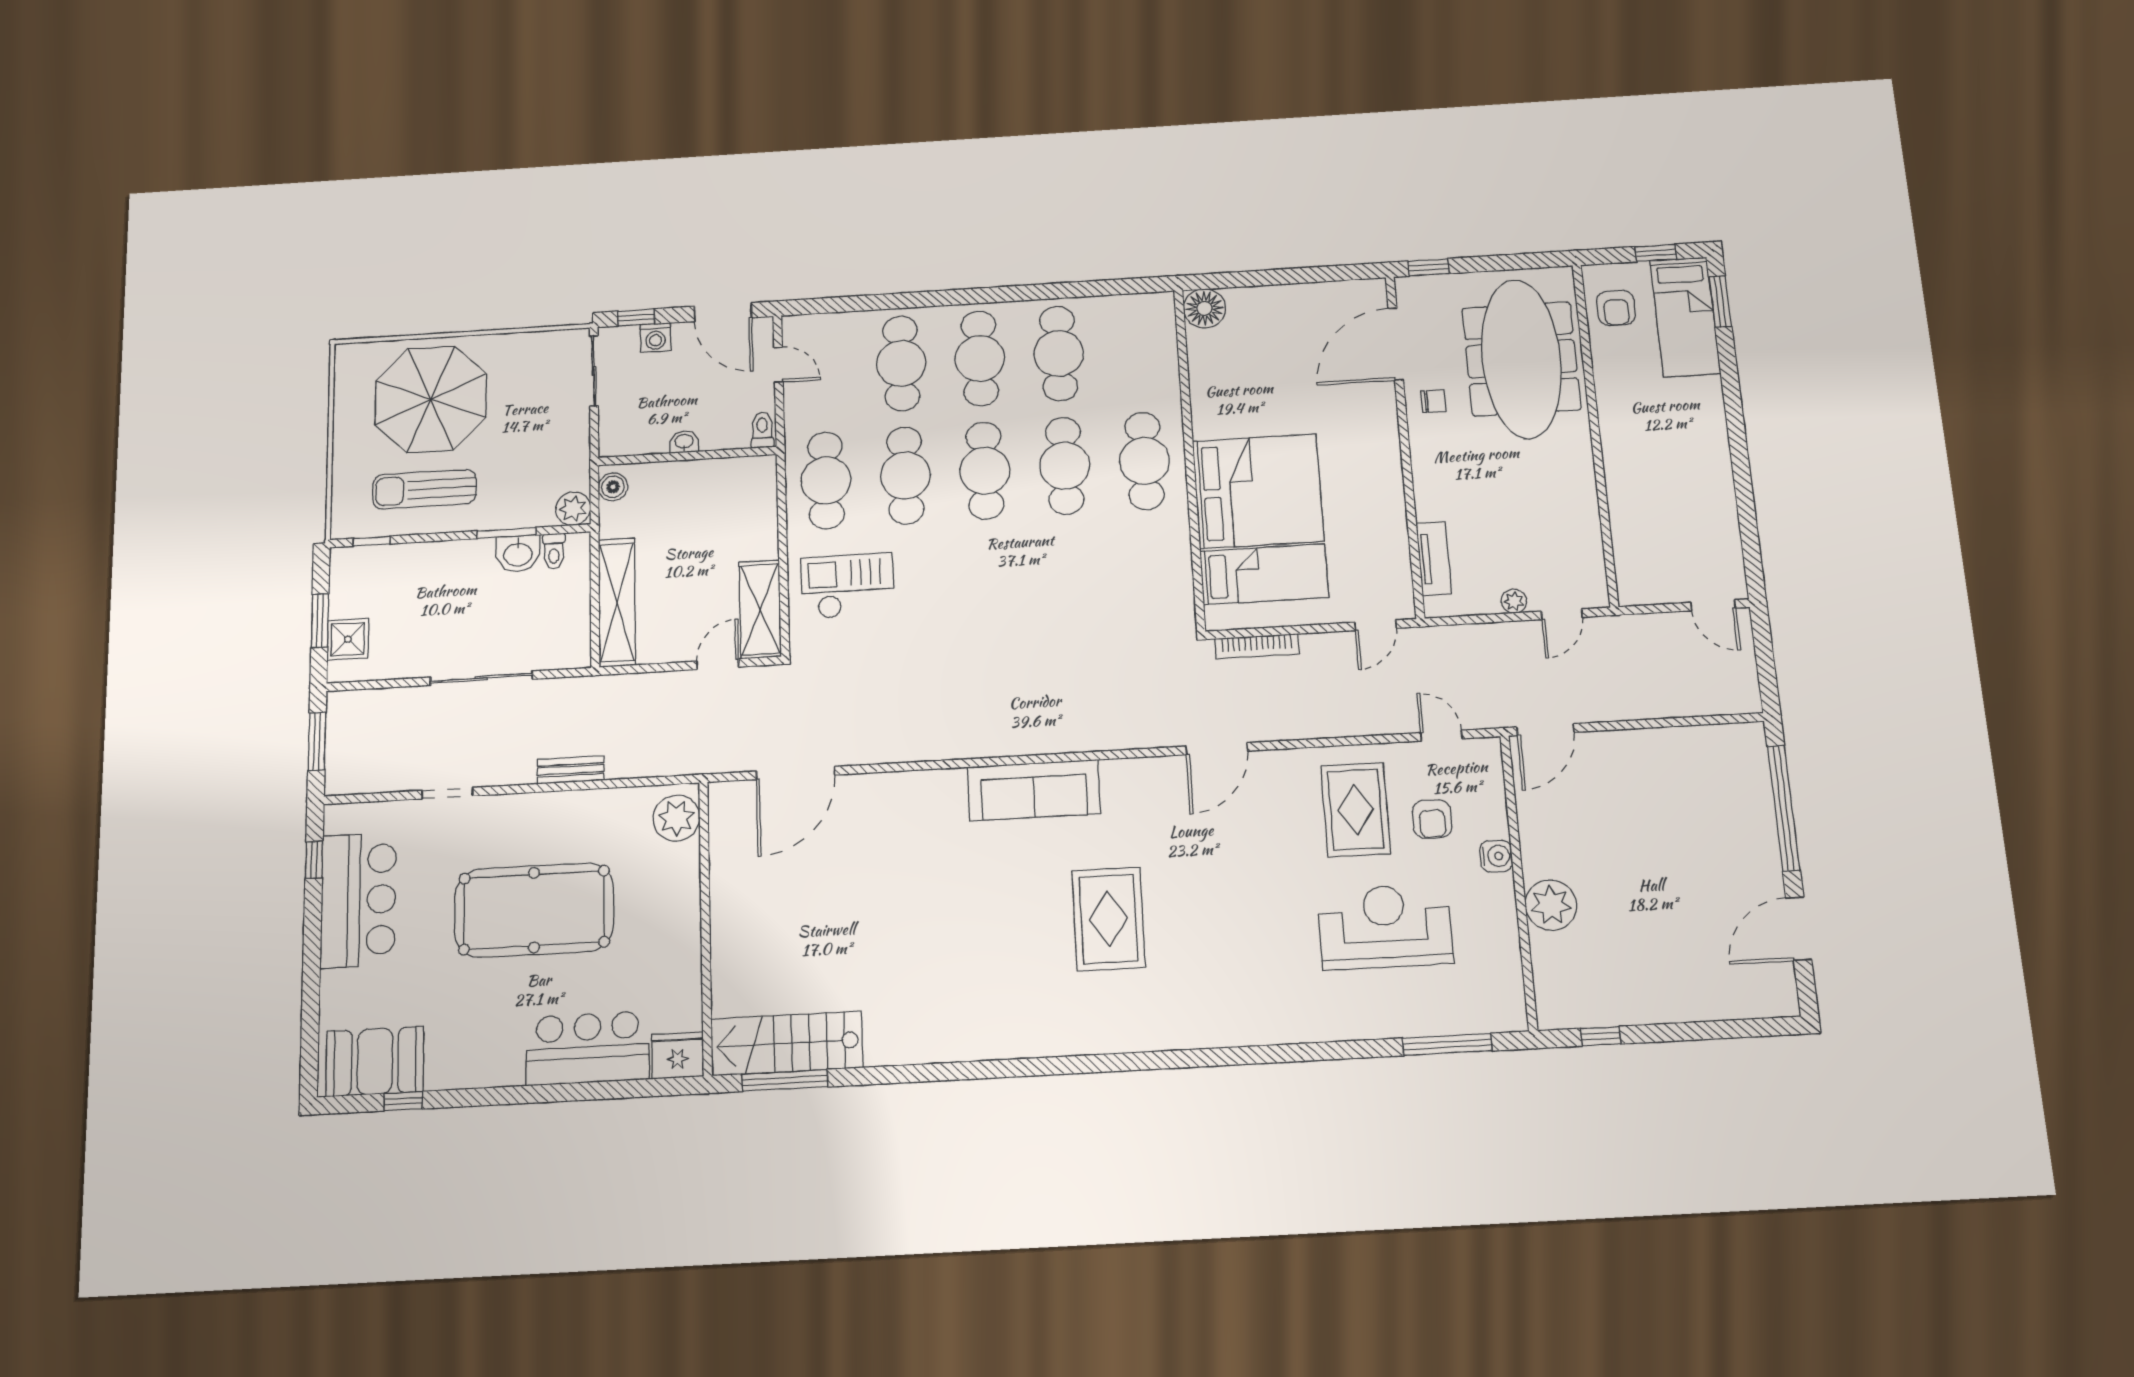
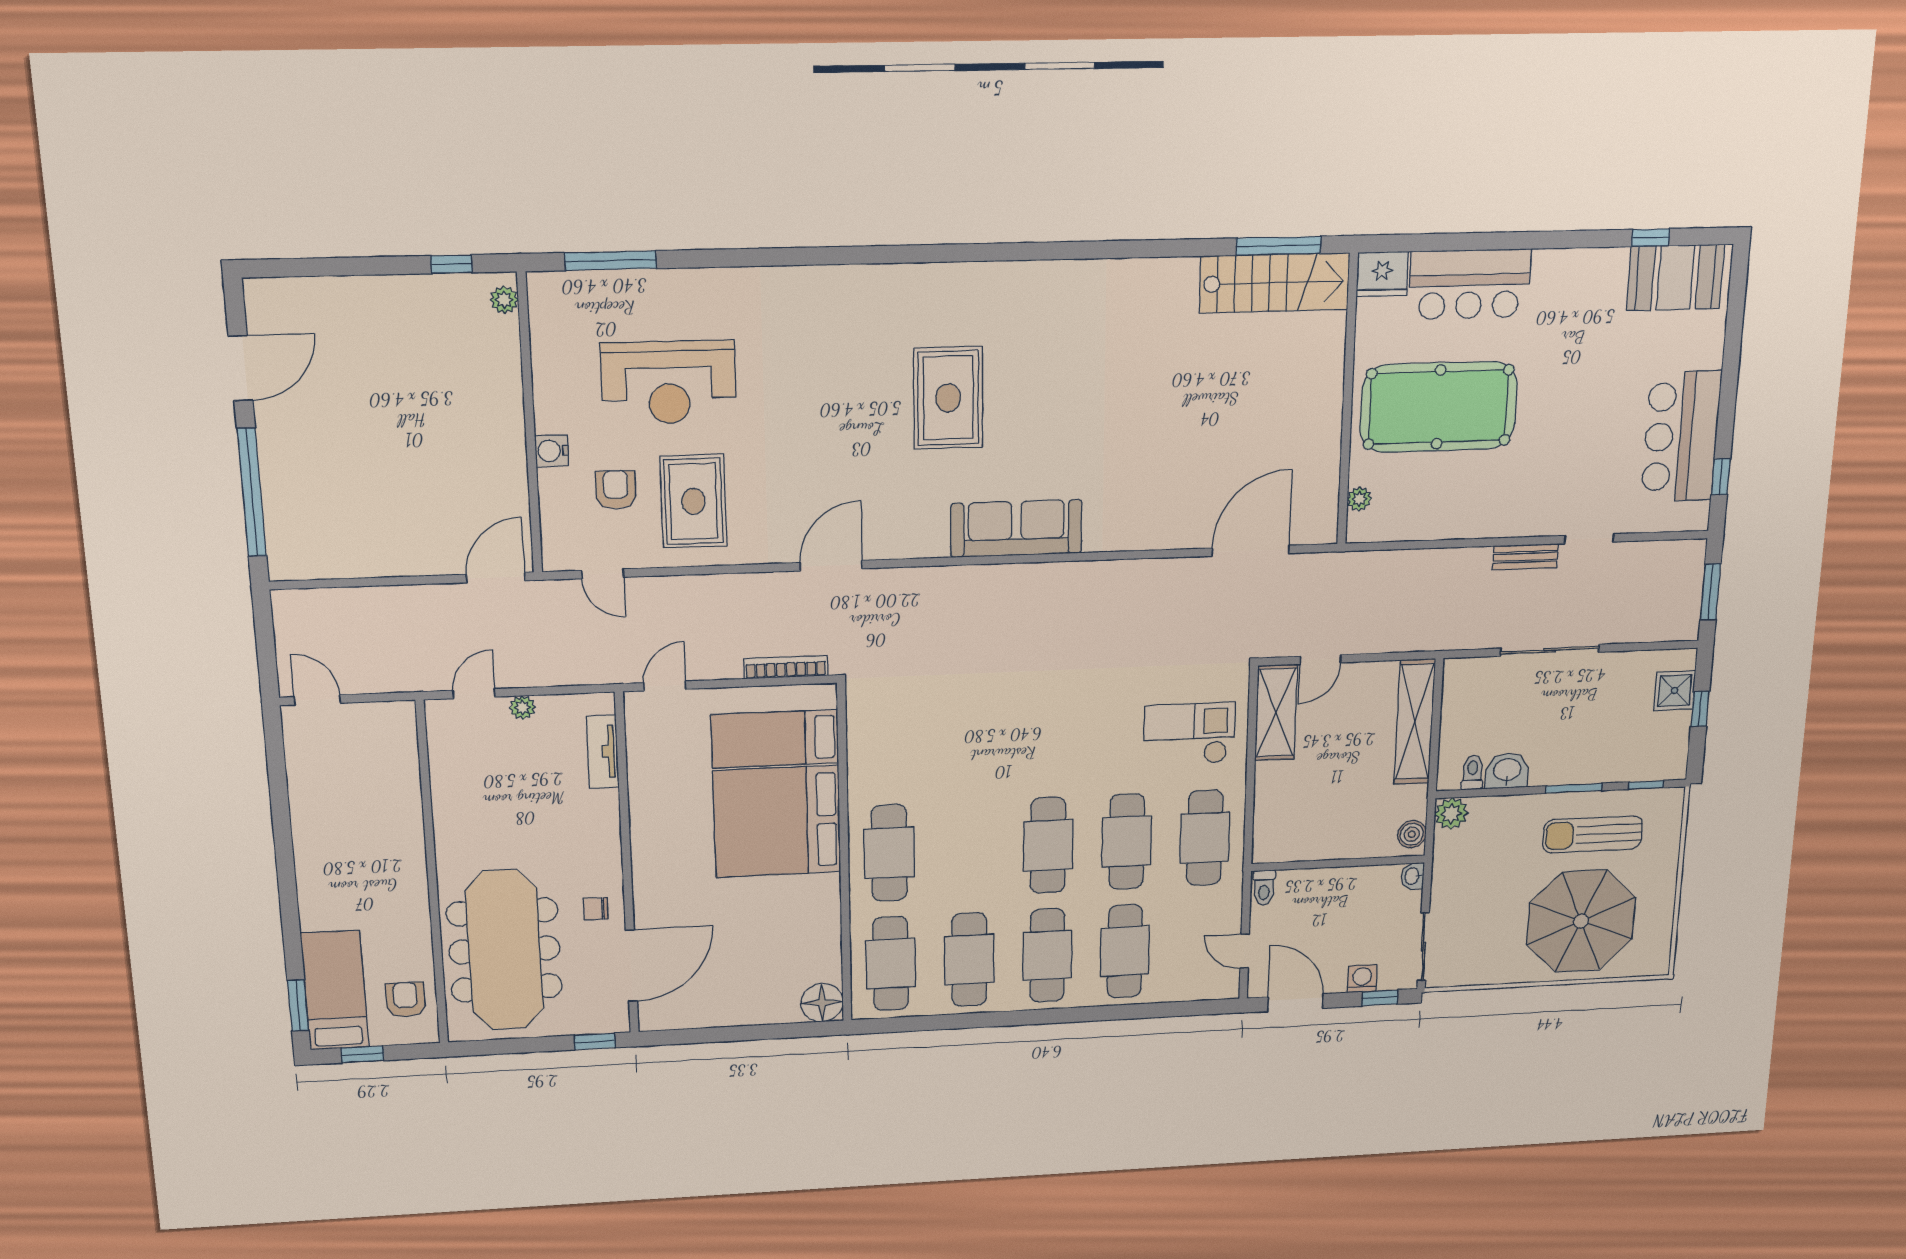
washbasin: (684, 442) -> (1413, 876), moved, turned 90
cafe table: (1065, 466) -> (891, 964), moved
sun lounger: (424, 489) -> (1593, 834), turned 180
window: (506, 533) -> (1574, 788), moved
checkout: (847, 586) -> (1189, 734), turned 180
window: (320, 621) -> (1700, 709), width x0.67
bench: (571, 770) -> (1525, 557), moved
plant: (676, 818) -> (1359, 499), width x0.53, depth x0.53
plant: (1551, 905) -> (504, 300), moved, width x0.53, depth x0.53
pool table: (534, 910) -> (1439, 407), moved

